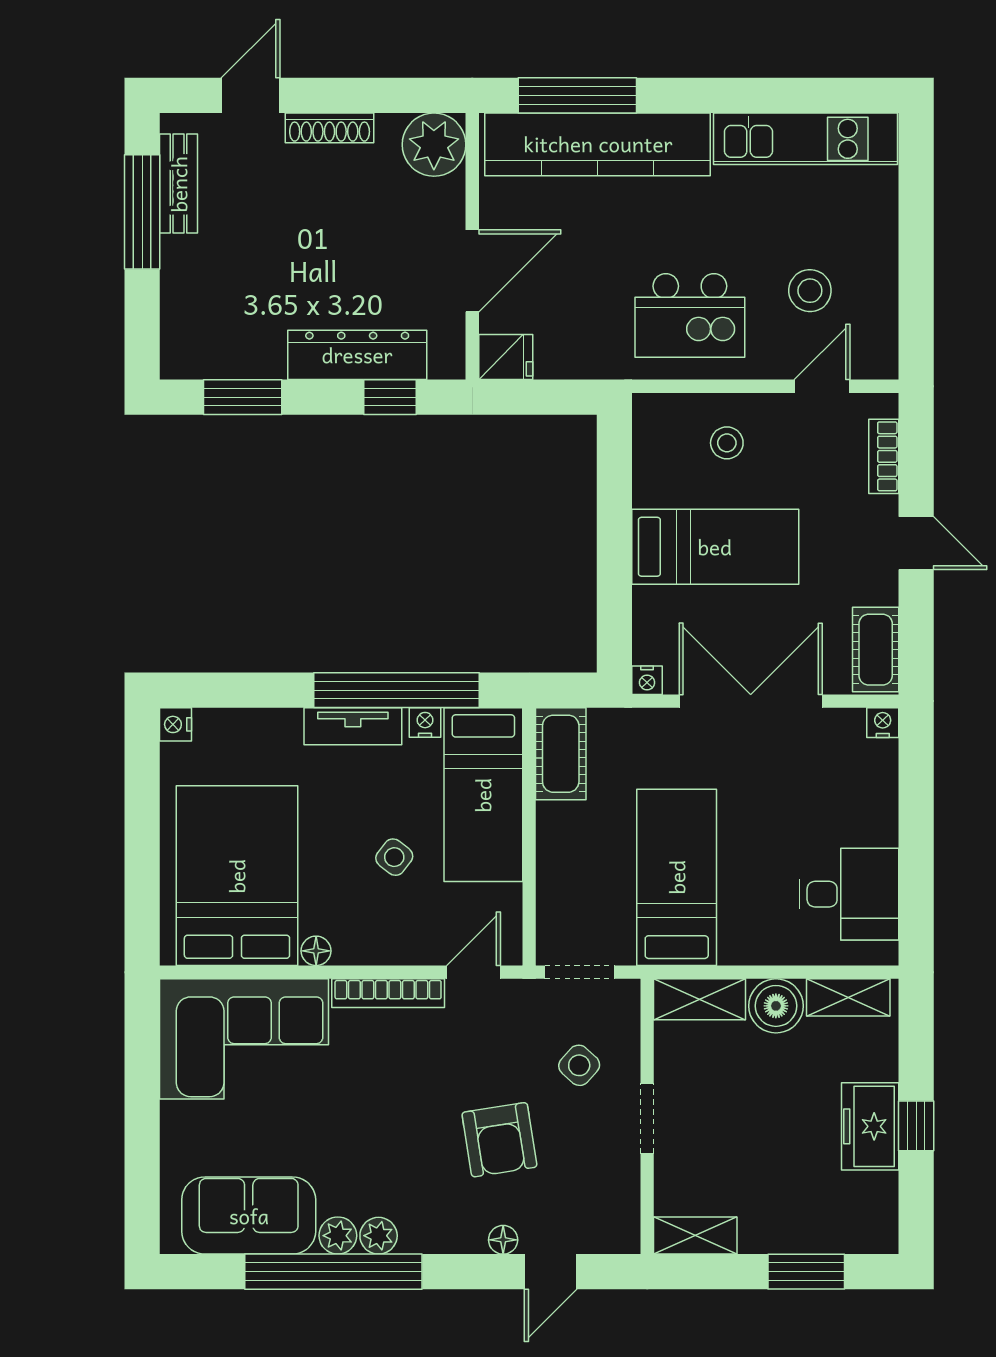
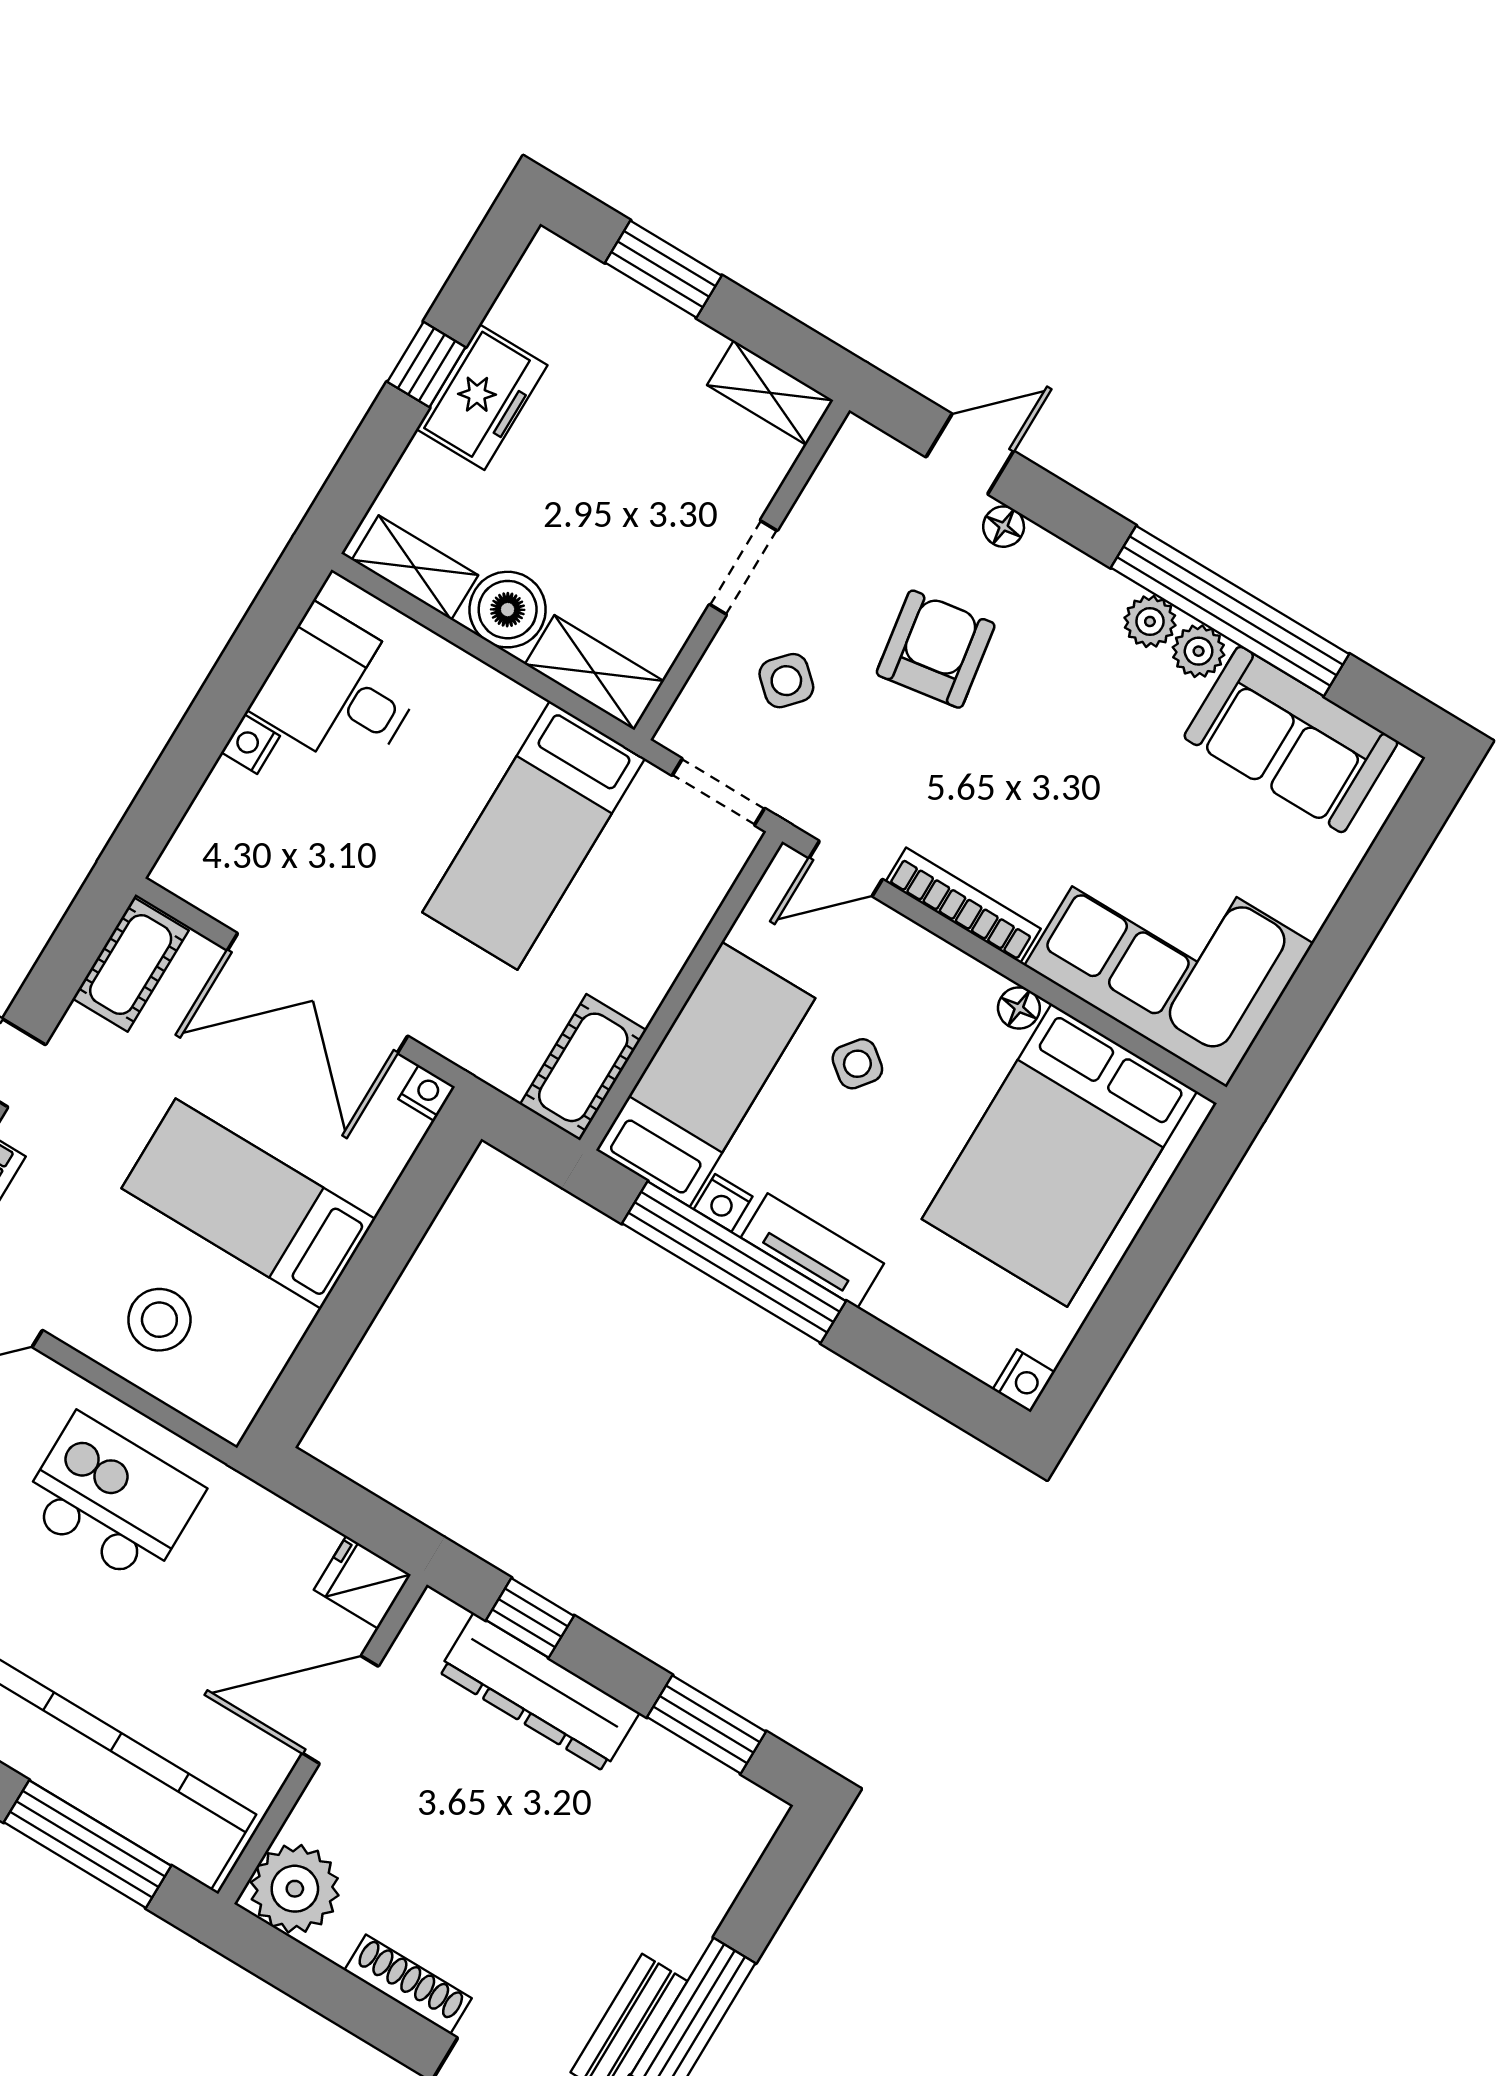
stool: (727, 443) -> (159, 1320), width x1.37, depth x1.37
nightstand: (883, 723) -> (251, 744), moved, turned 90

